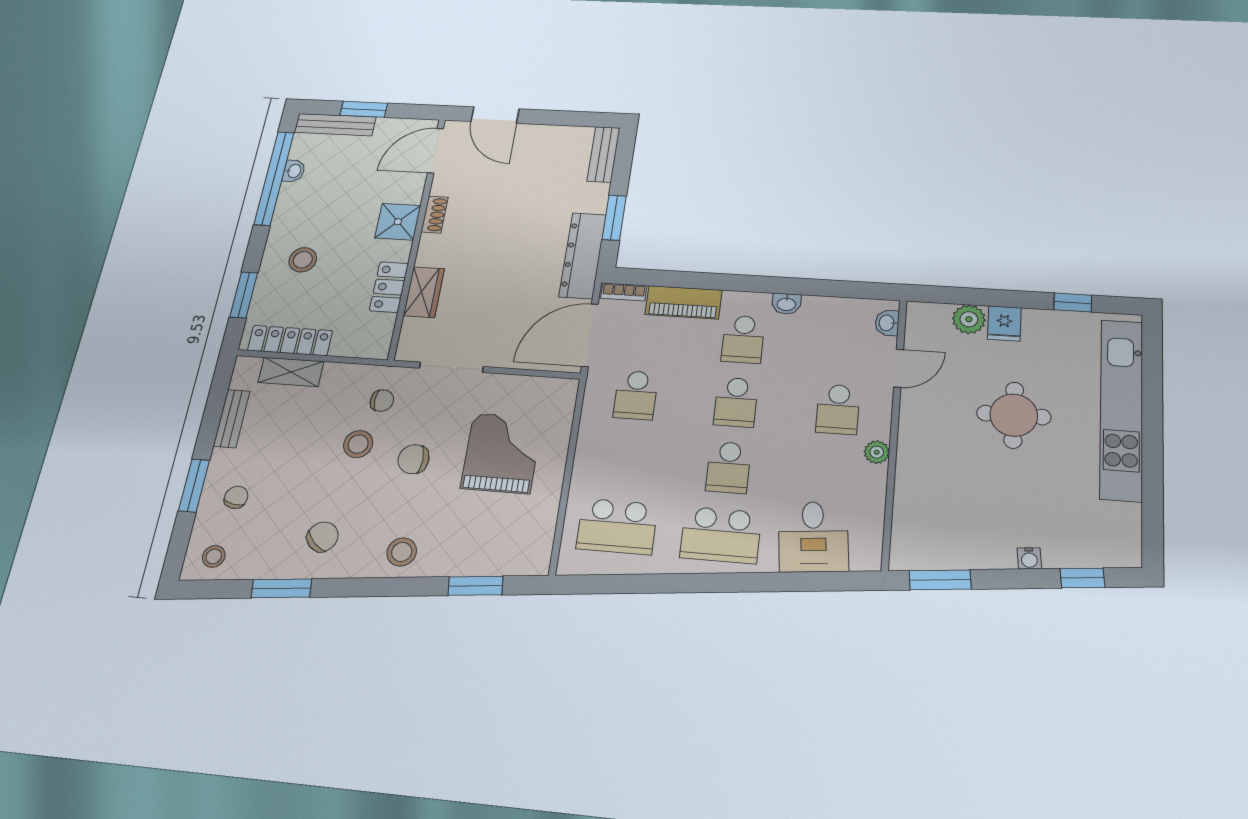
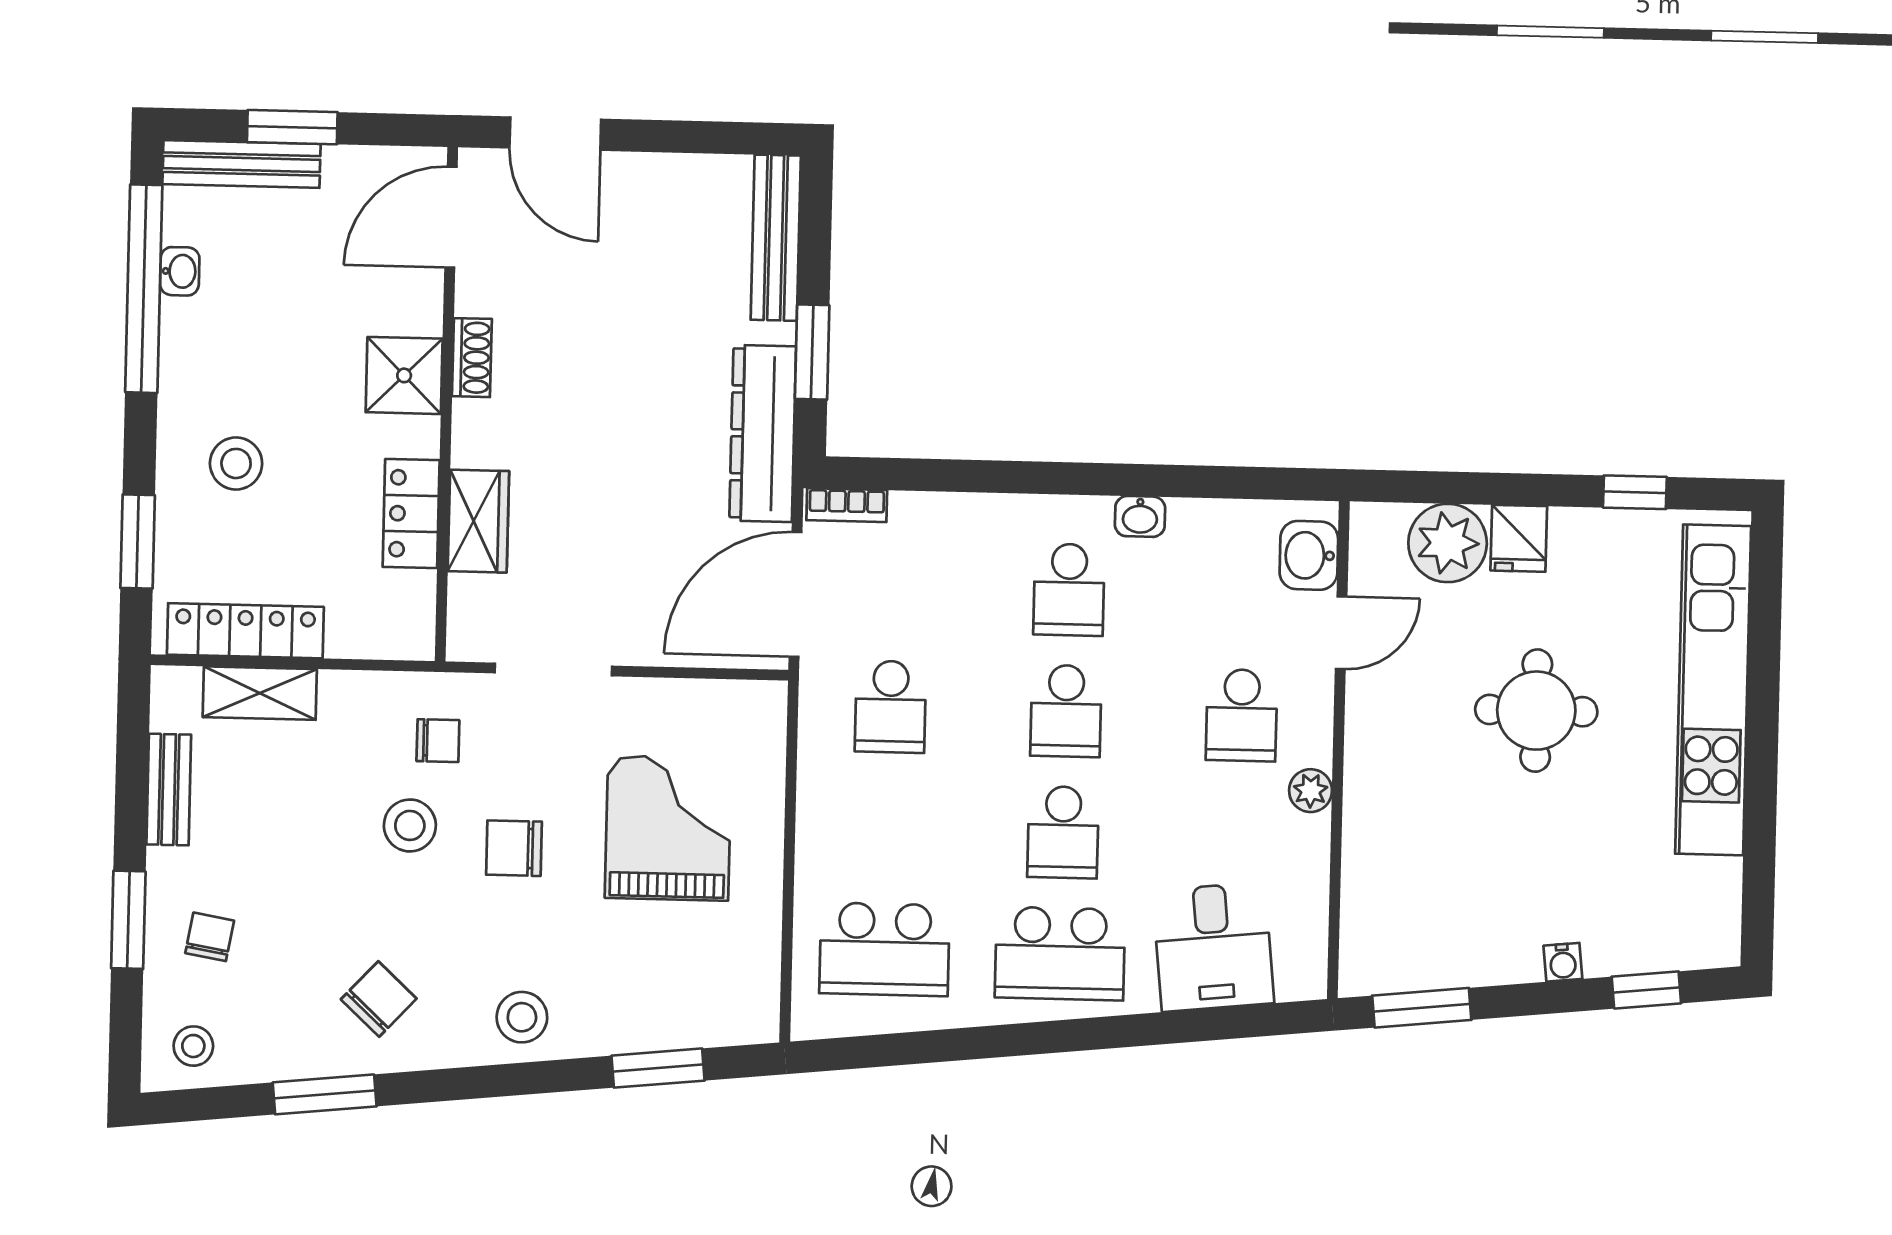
bench: (603, 154) -> (776, 238), width x1.36
piano: (684, 302) -> (957, 521), removed
plant: (969, 319) -> (1448, 543), width x1.36, depth x1.36
washbasin: (887, 323) -> (1309, 555), width x1.38, depth x1.45

